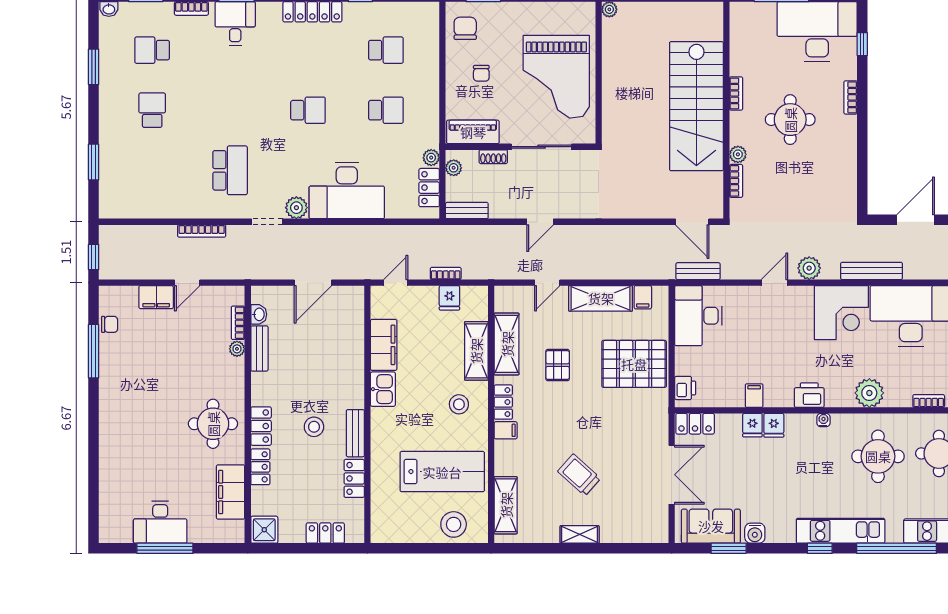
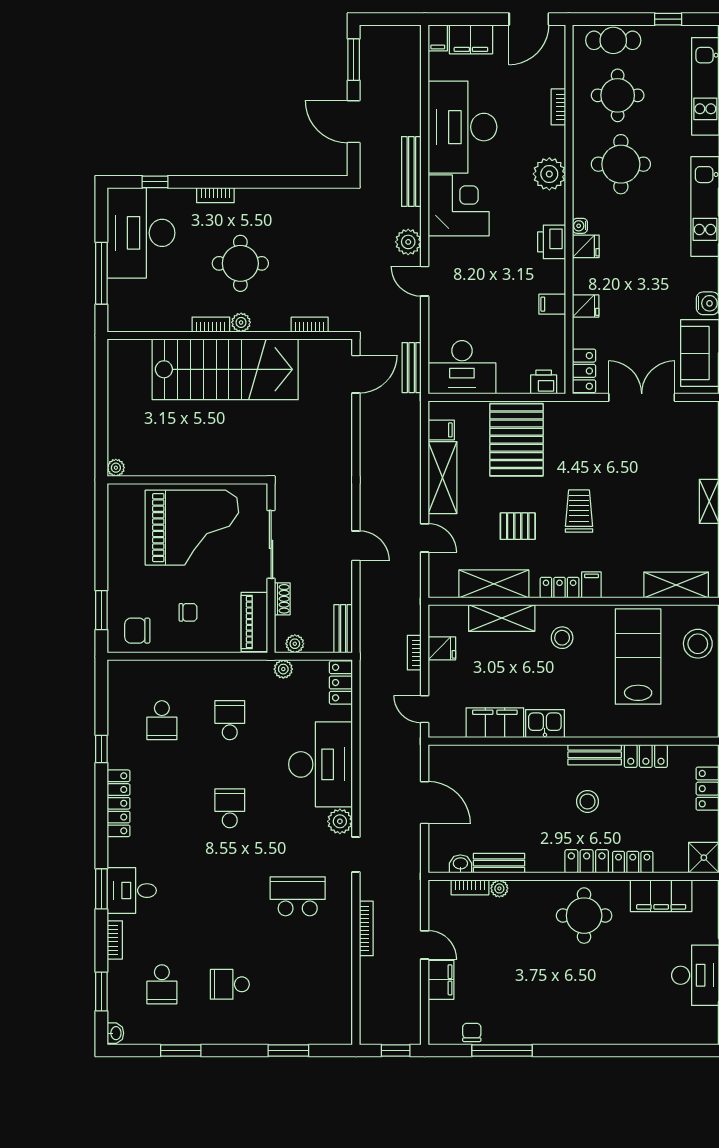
school desk: (386, 50) -> (162, 720), turned 180
plant: (738, 154) -> (241, 322), moved
locker: (429, 188) -> (341, 683), moved, turned 90
fridge: (774, 425) -> (586, 246), moved
trolley: (579, 475) -> (579, 511), moved, turned 138

